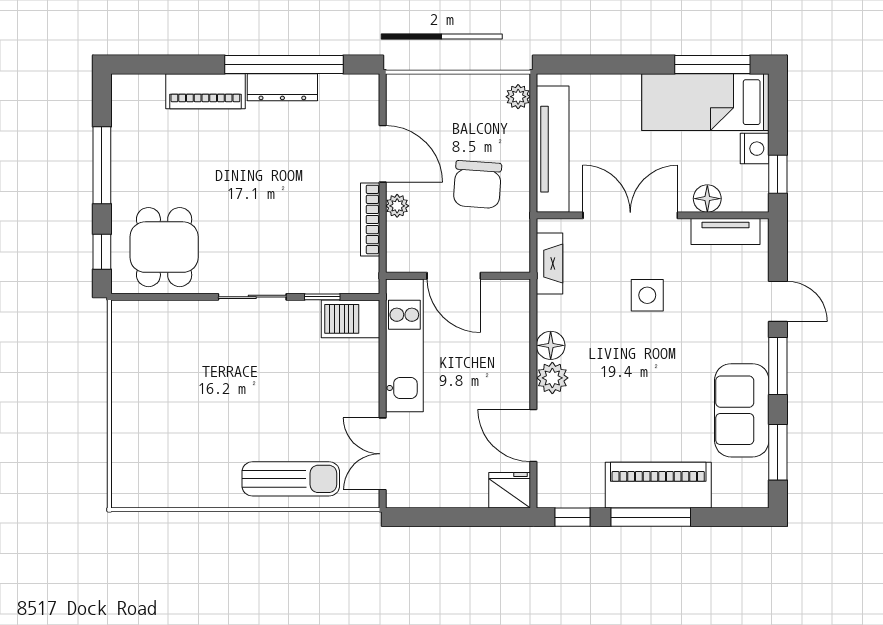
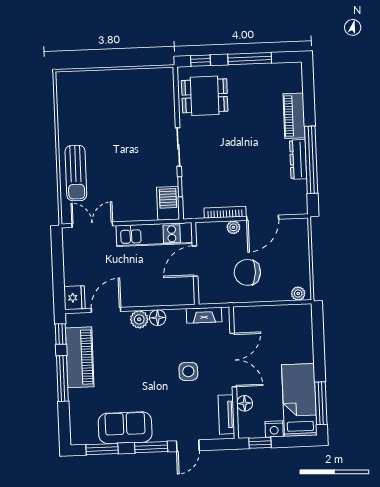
tv unit: (553, 149) -> (269, 314), removed
piano: (658, 485) -> (80, 357), moved

